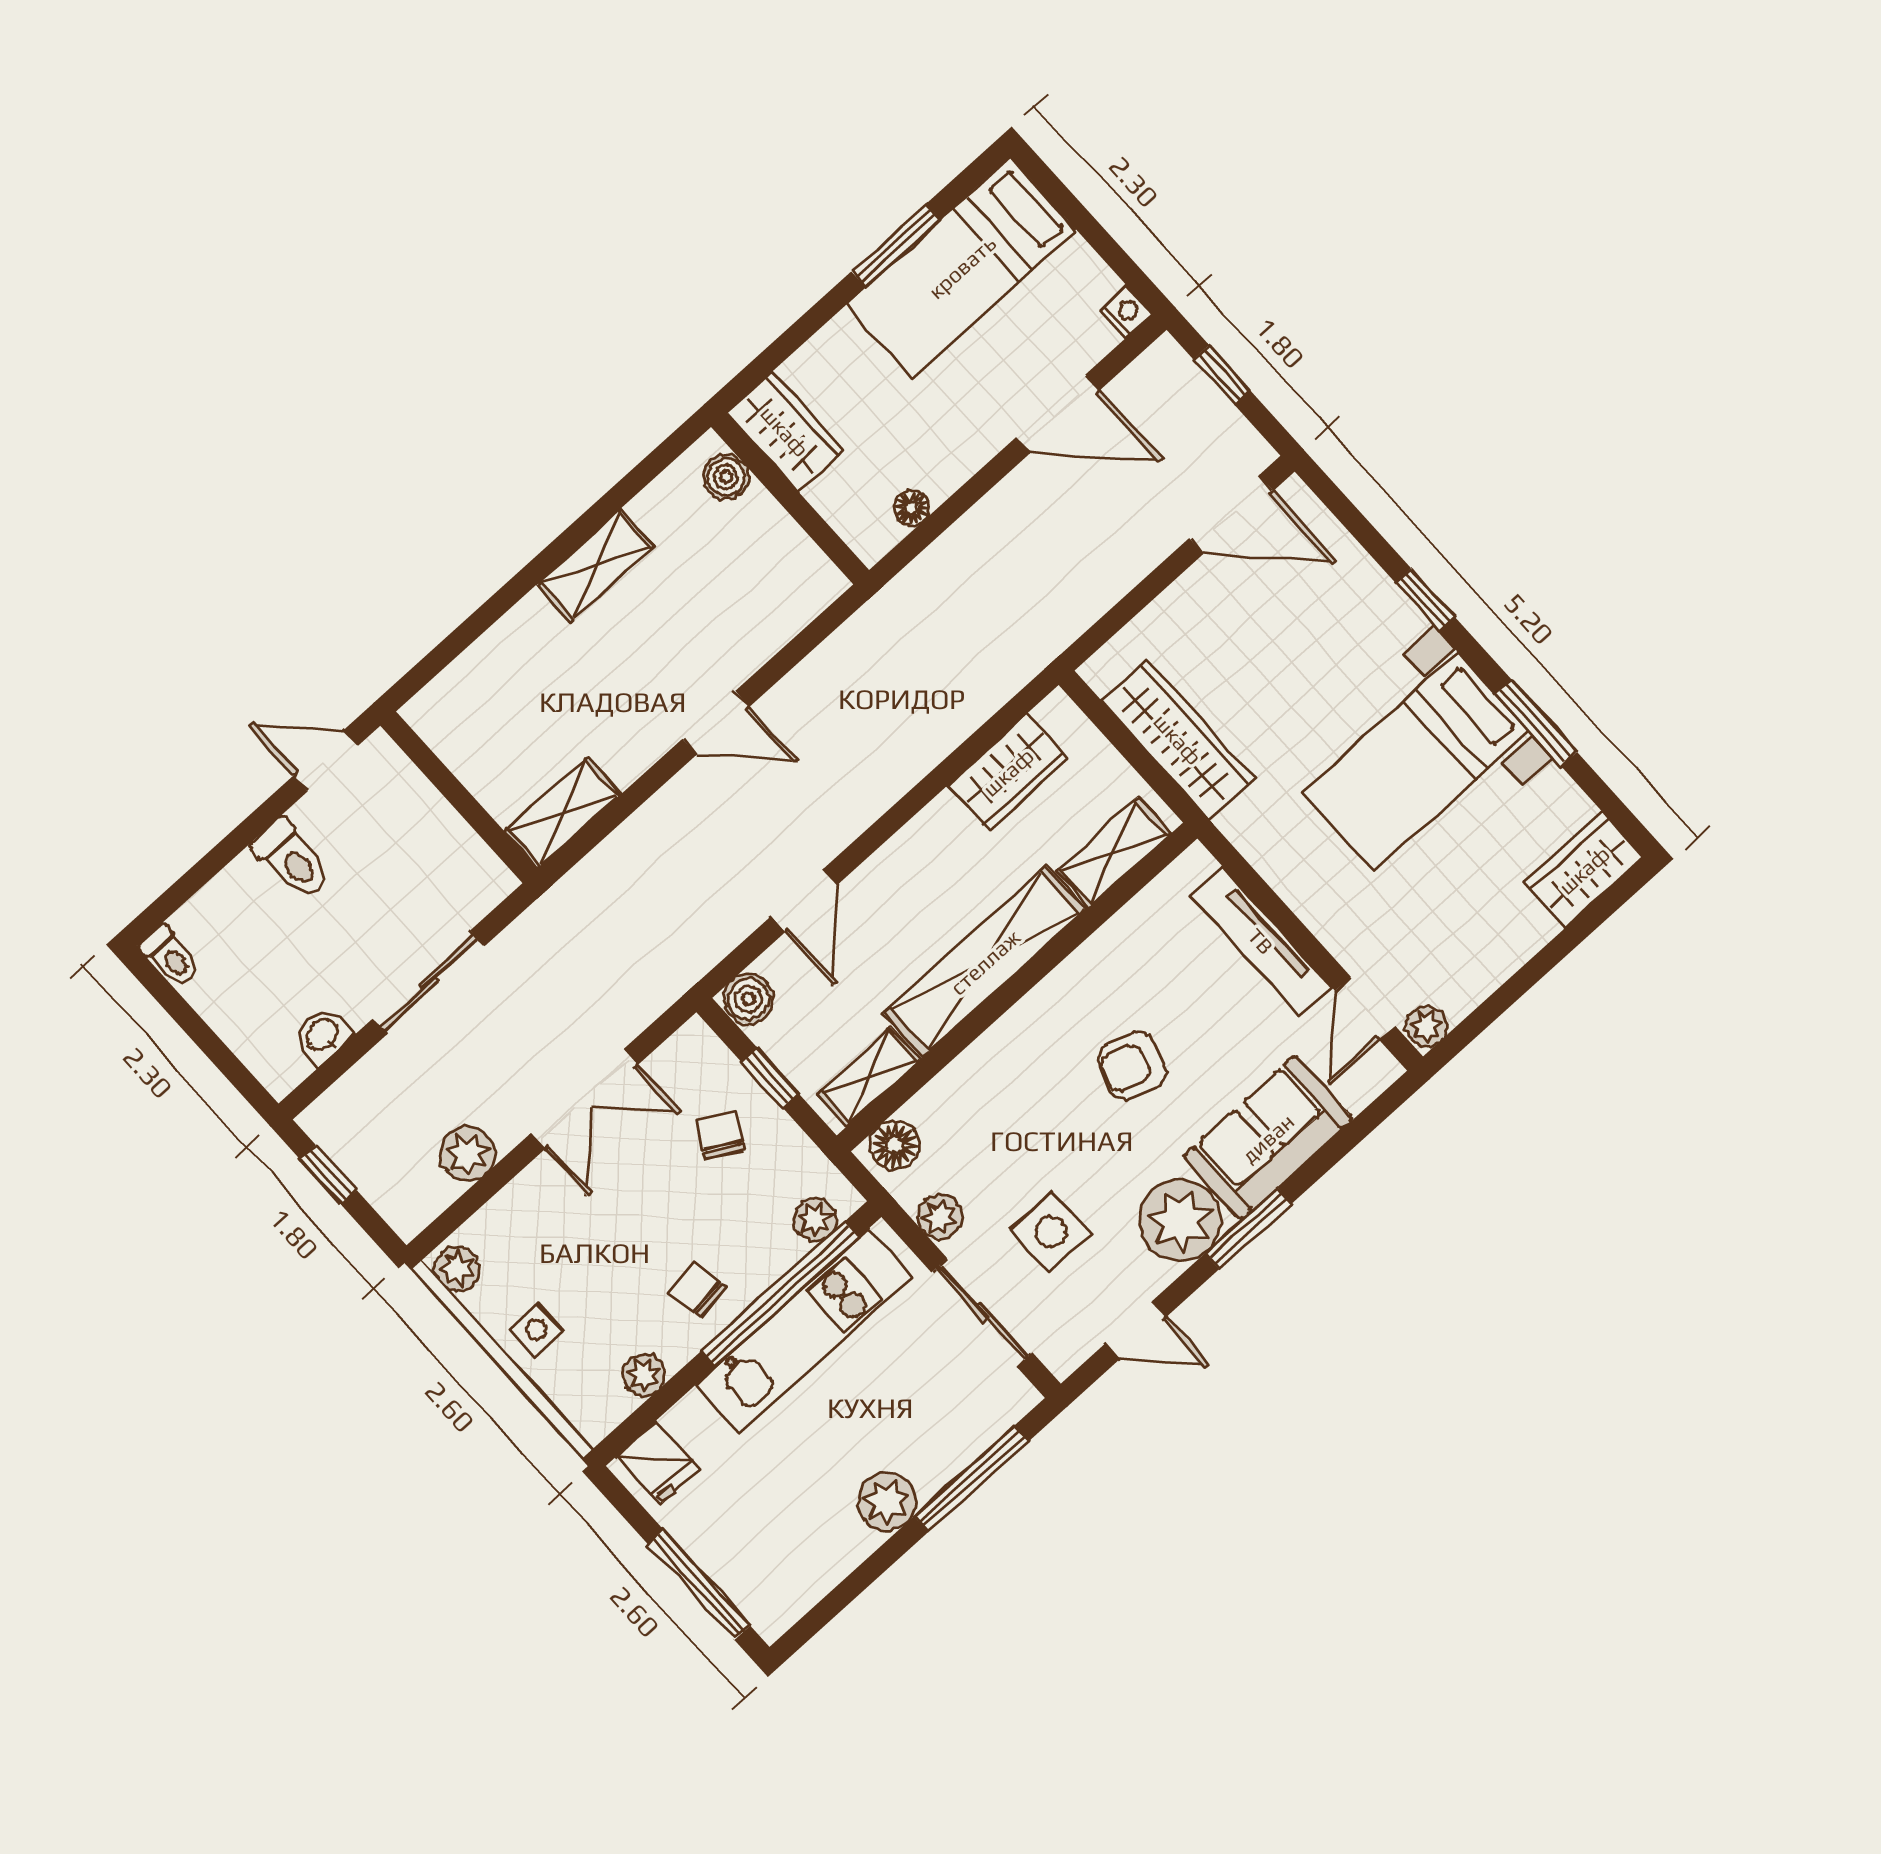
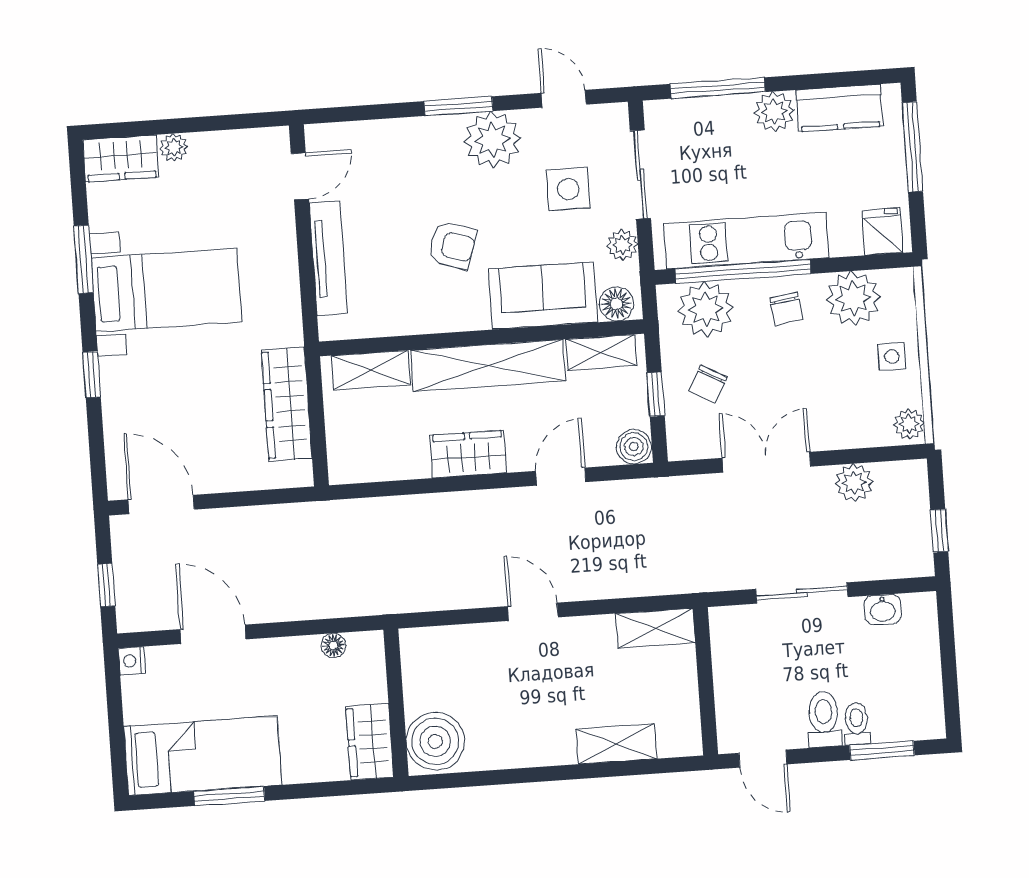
boiler: (726, 477) -> (435, 741), width x1.86, depth x1.86
shelving: (596, 565) -> (616, 744), moved
wardrobe: (1008, 772) -> (468, 454), moved
window: (199, 876) -> (882, 750), added
toilet: (170, 956) -> (857, 724), moved
plant: (1426, 1026) -> (174, 147), moved
sofa: (1268, 1138) -> (543, 296), moved, turned 180
plant: (815, 1219) -> (706, 309), width x1.88, depth x1.88
plant: (644, 1375) -> (853, 298), width x1.87, depth x1.87
kitchen counter: (816, 1564) -> (839, 108), added

